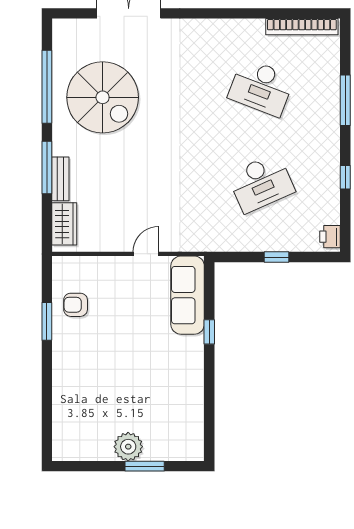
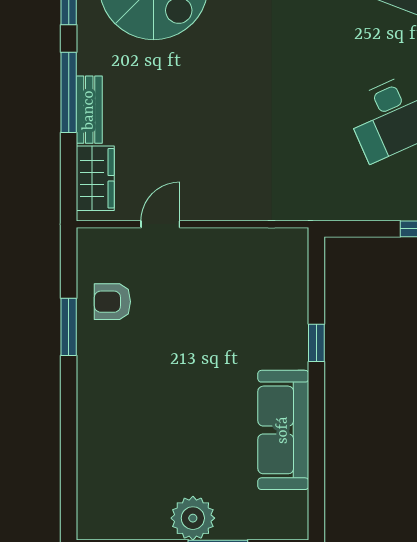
door: (146, 254) -> (160, 224), moved
sofa: (188, 295) -> (283, 430), moved

